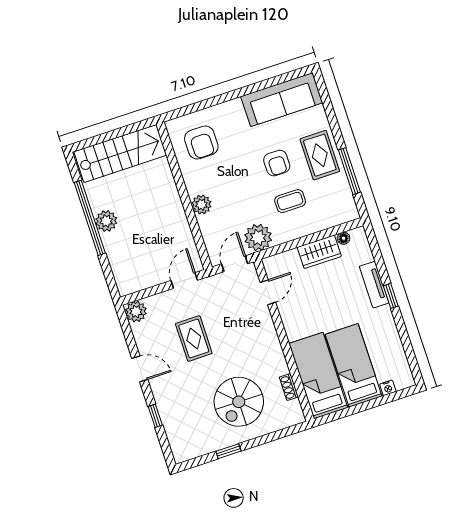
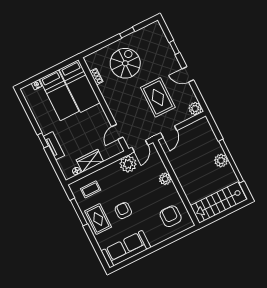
coffee table: (290, 201) -> (91, 189), moved
rug: (194, 338) -> (158, 97), width x1.36, depth x1.43

